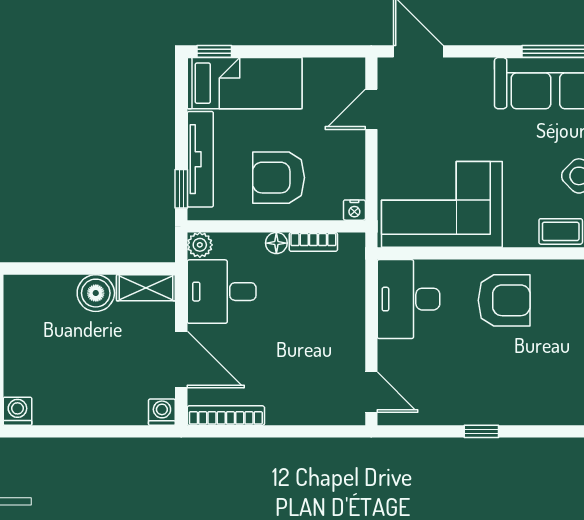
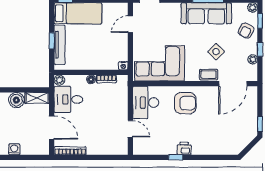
armchair: (279, 178) -> (92, 52), removed
window: (181, 189) -> (52, 41), moved
door: (371, 392) -> (130, 129), moved
printer: (501, 410) -> (184, 149), added
washing machine: (162, 412) -> (14, 149), moved

